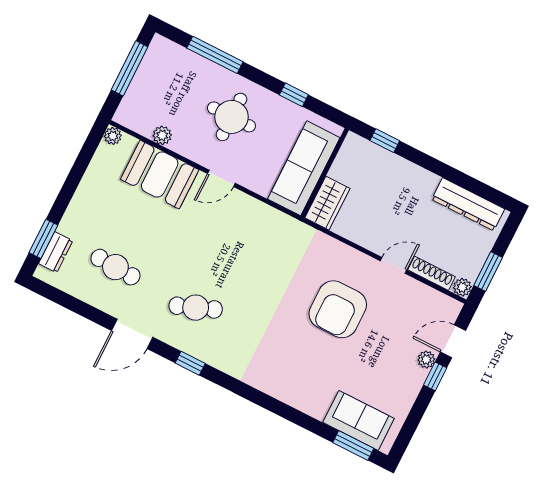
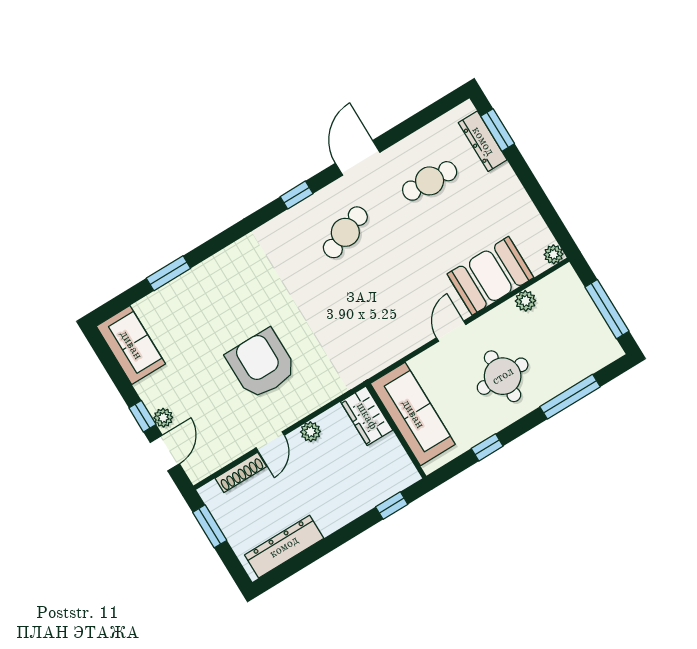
dresser: (56, 252) -> (483, 141), width x1.44
plant: (462, 287) -> (311, 432), moved
sofa: (358, 420) -> (131, 345), moved, turned -90
window: (353, 446) -> (168, 273), moved

